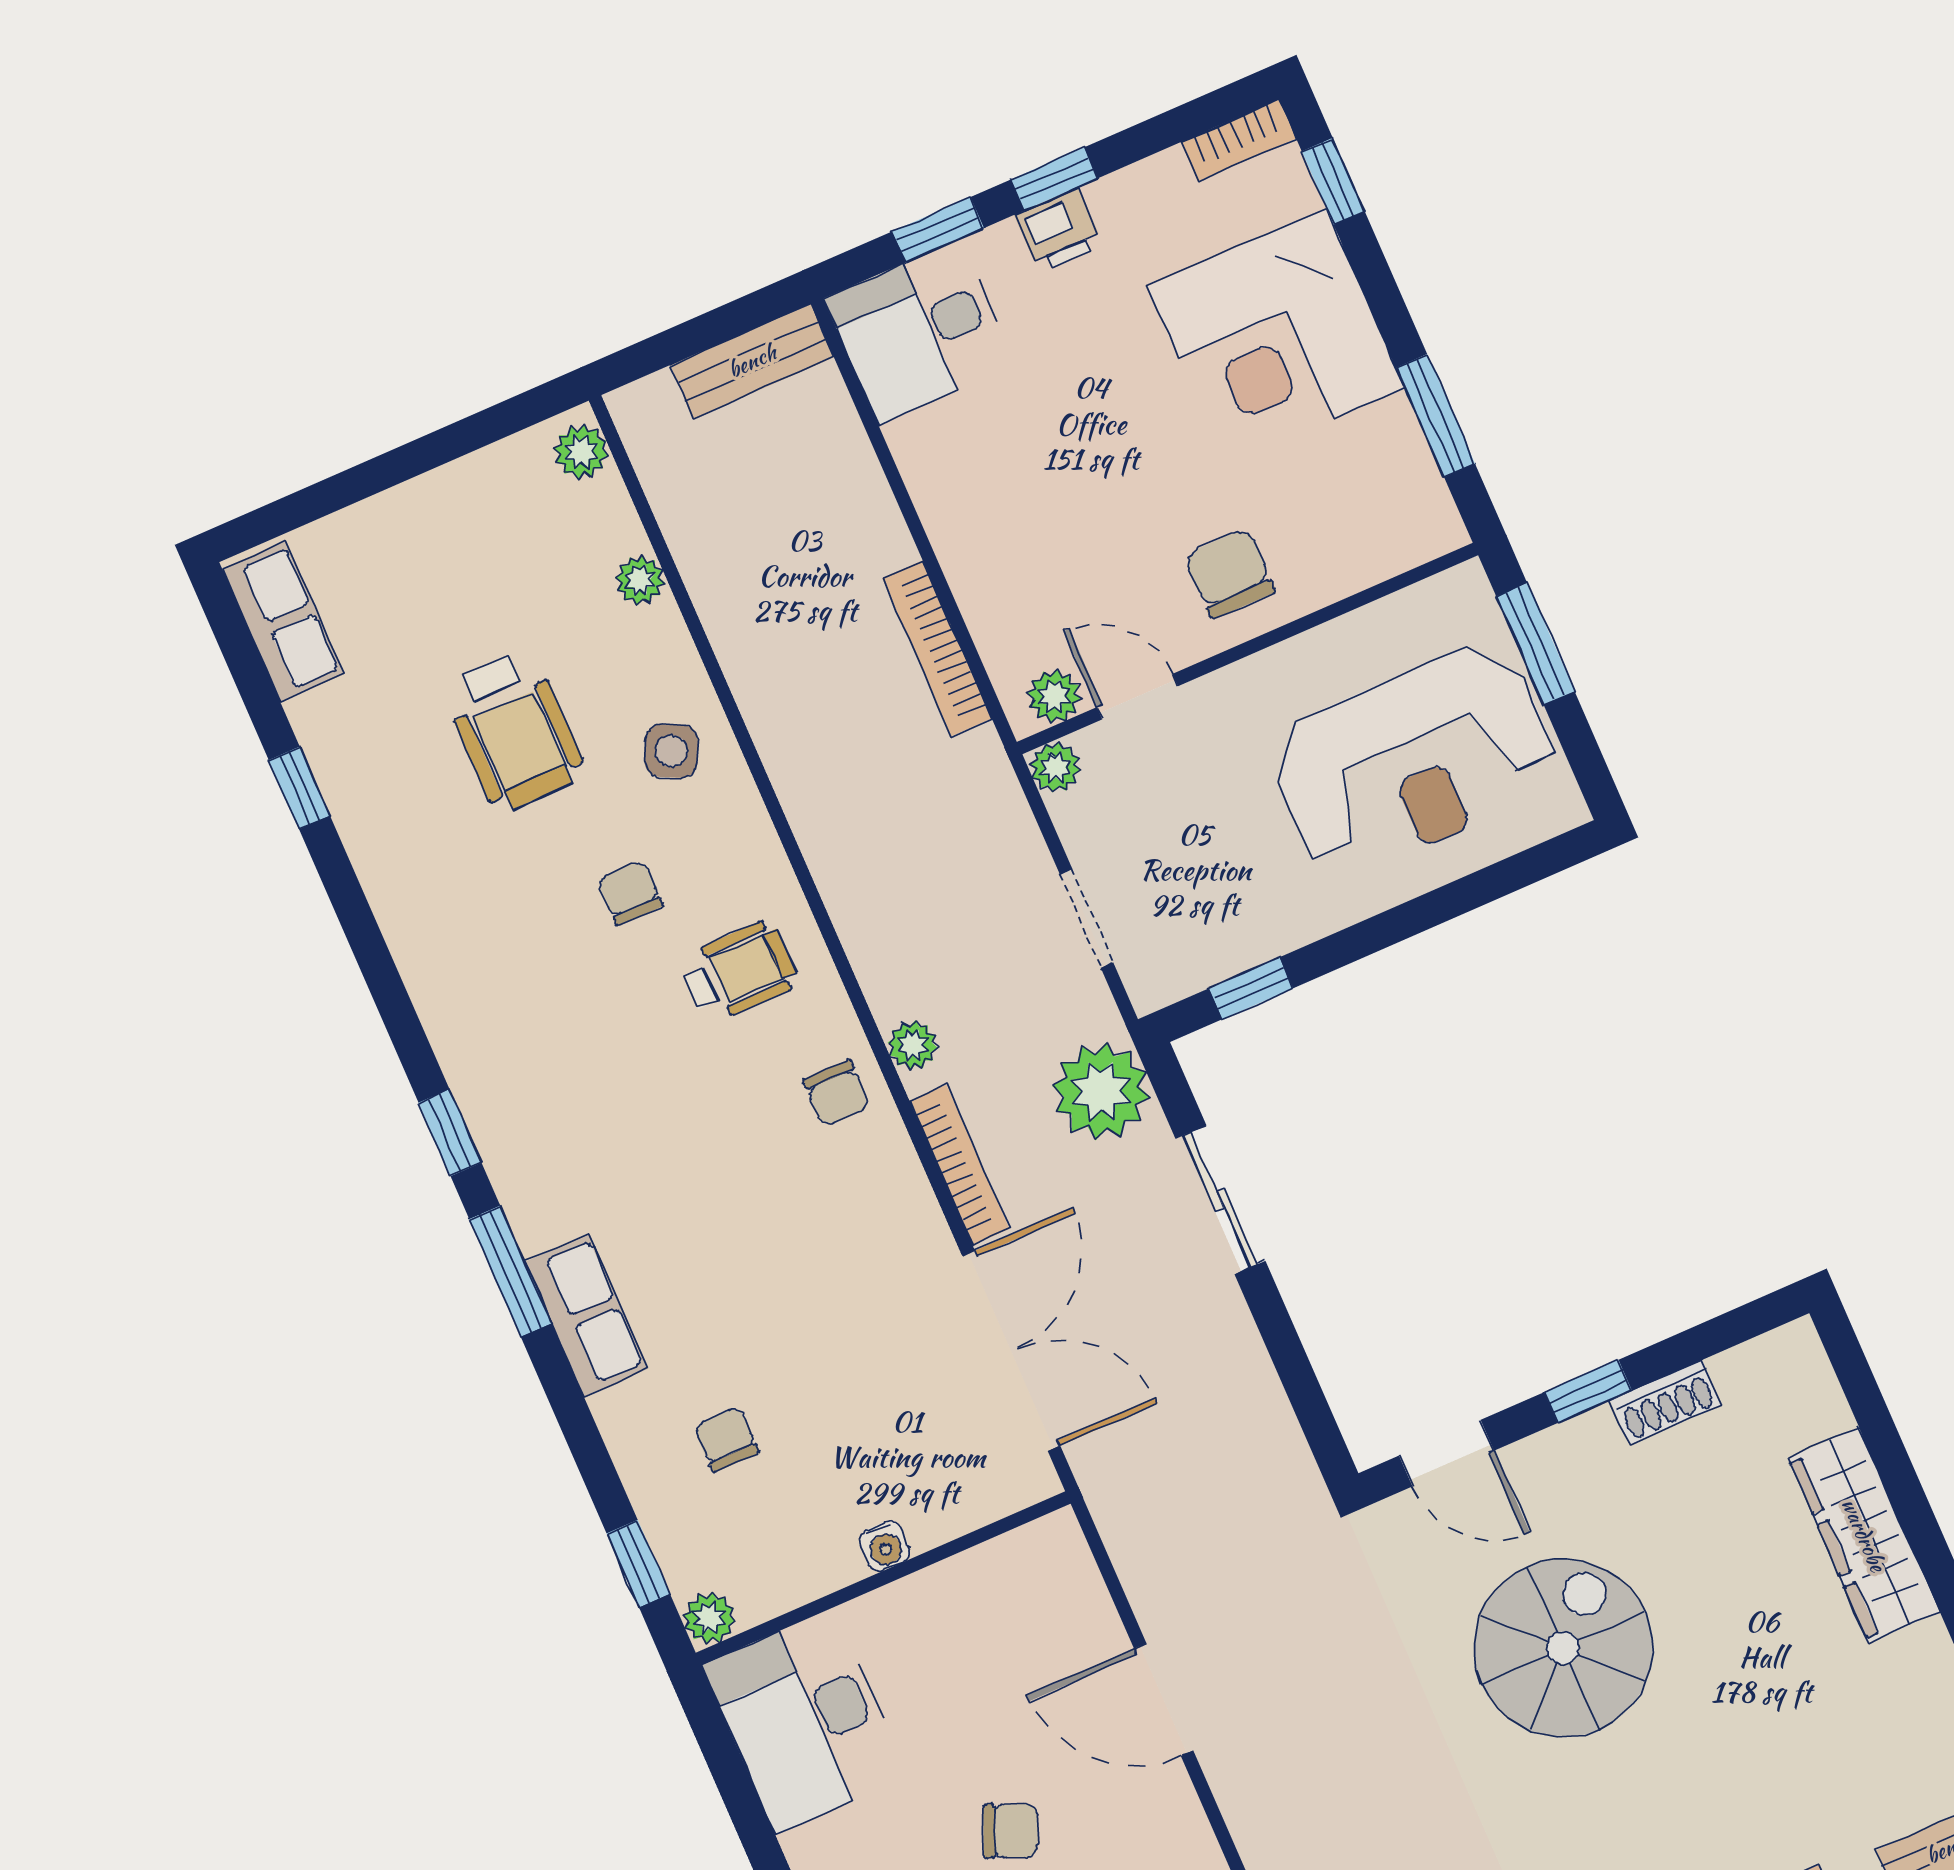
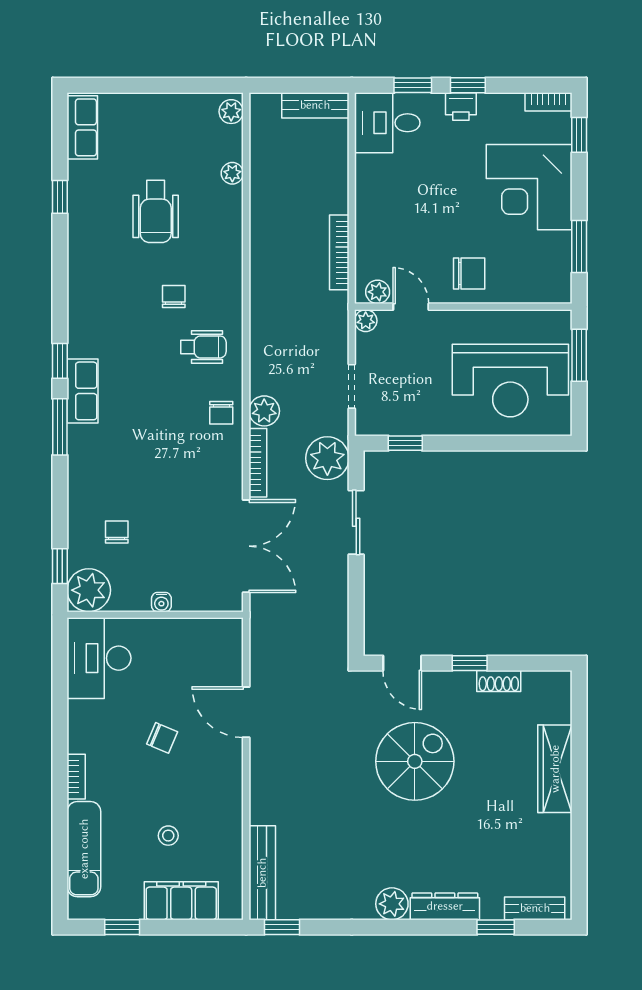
chair: (1230, 573) -> (469, 274), turned 90
side table: (671, 751) -> (215, 247), removed
plant: (913, 1045) -> (264, 411), width x1.38, depth x1.38
row of seats: (587, 1315) -> (83, 391), moved
plant: (709, 1618) -> (89, 590), width x1.87, depth x1.87

